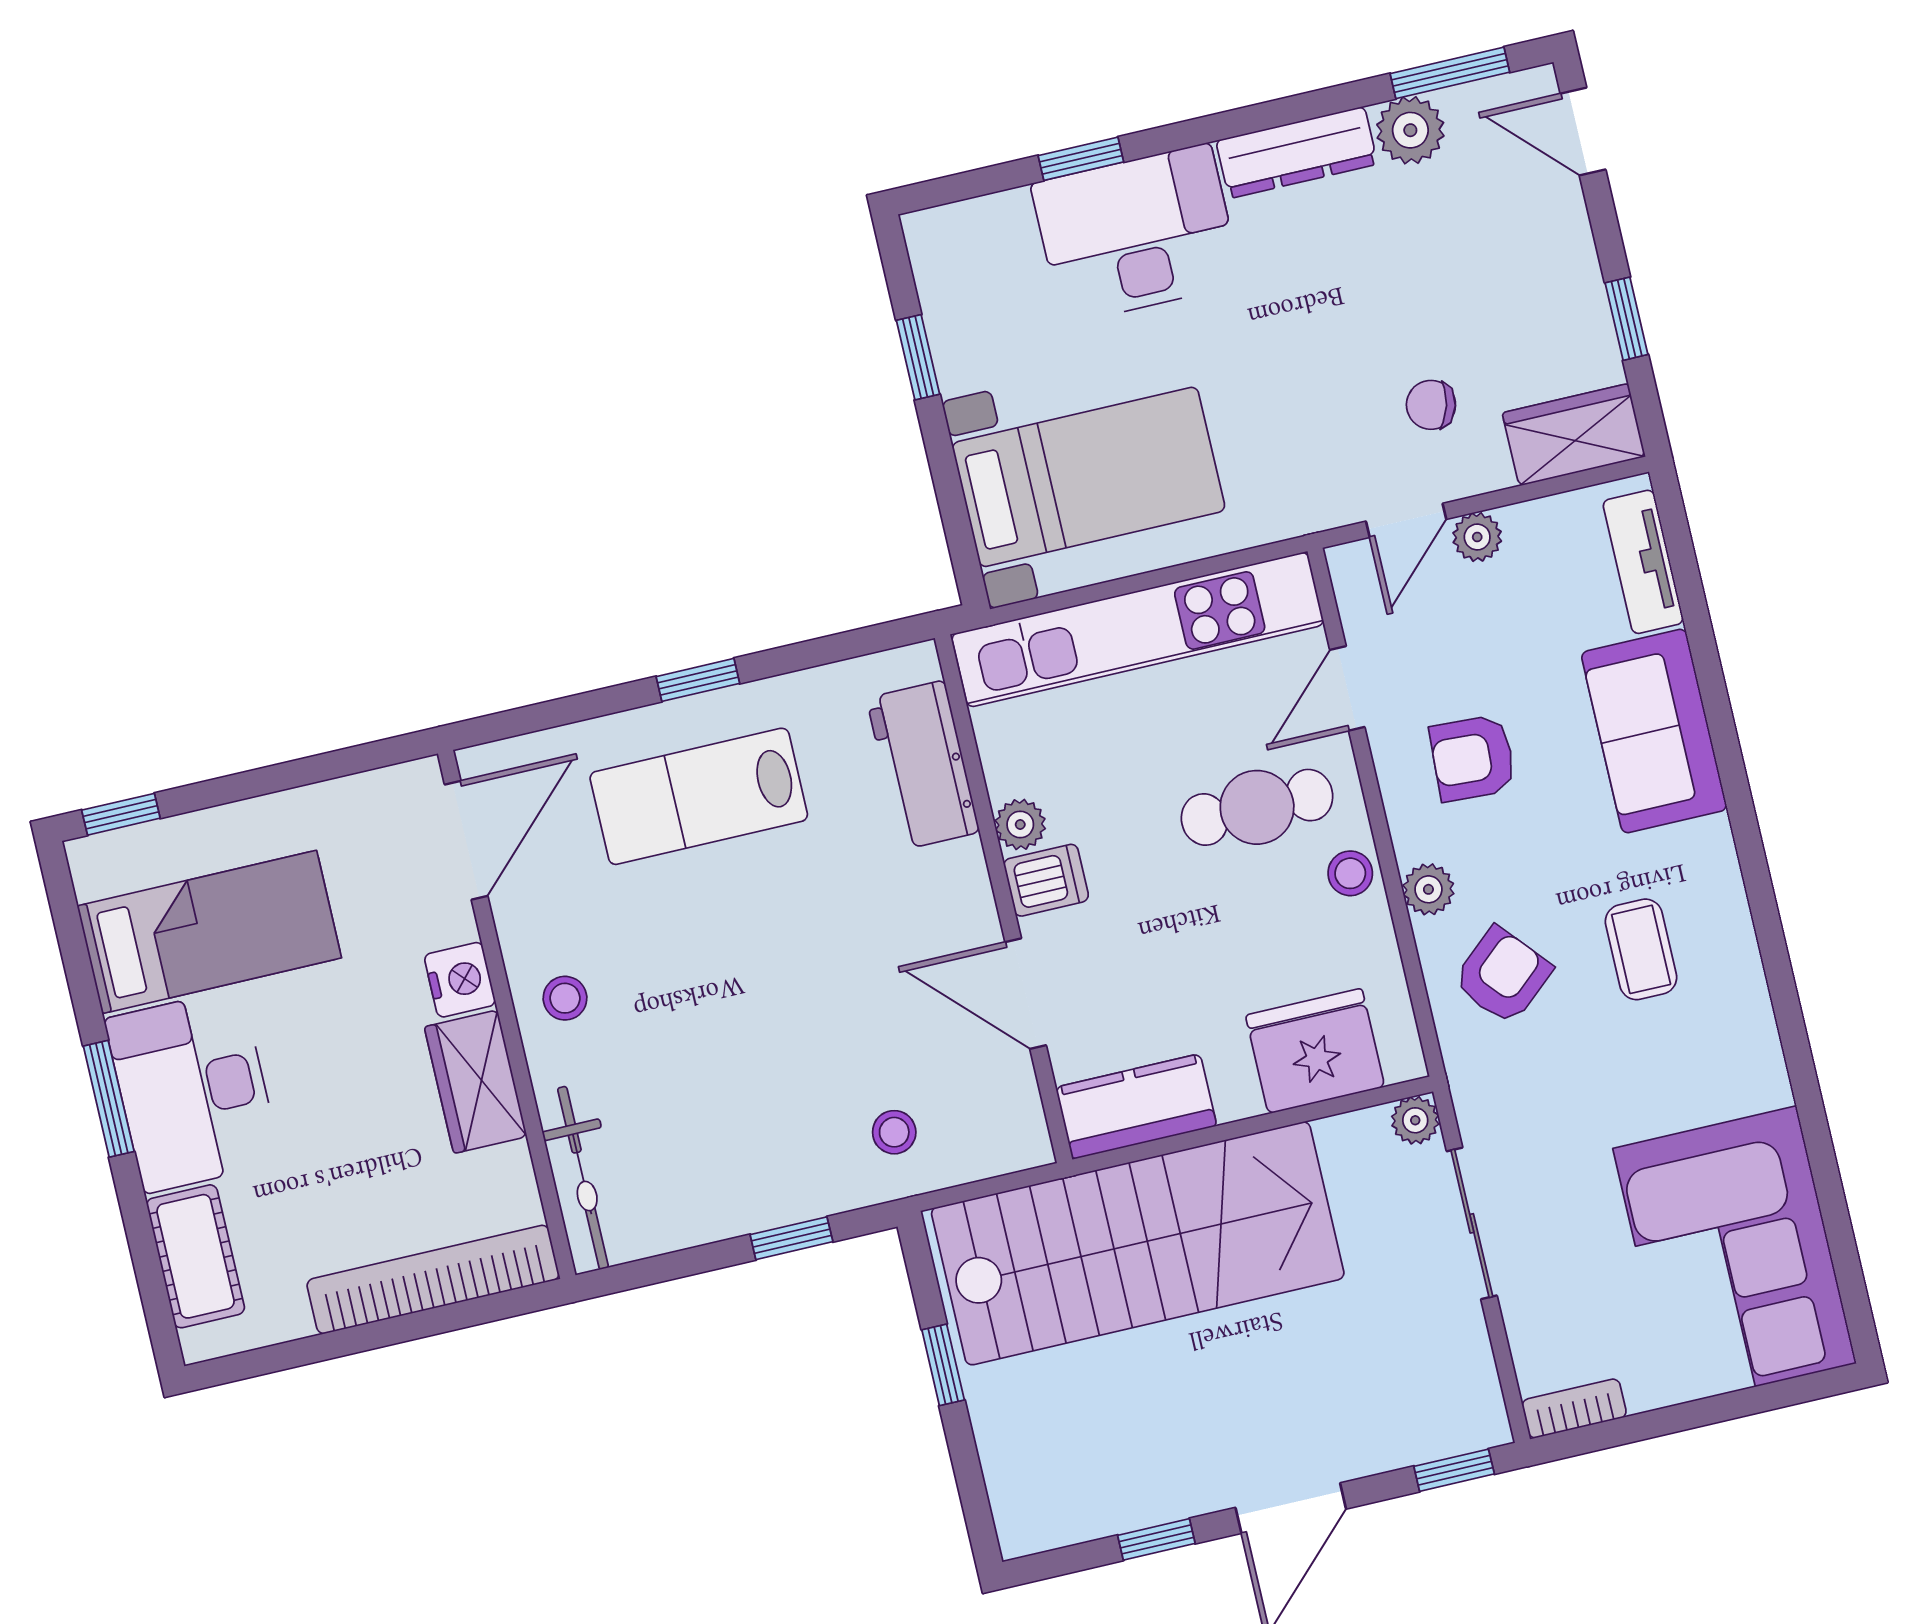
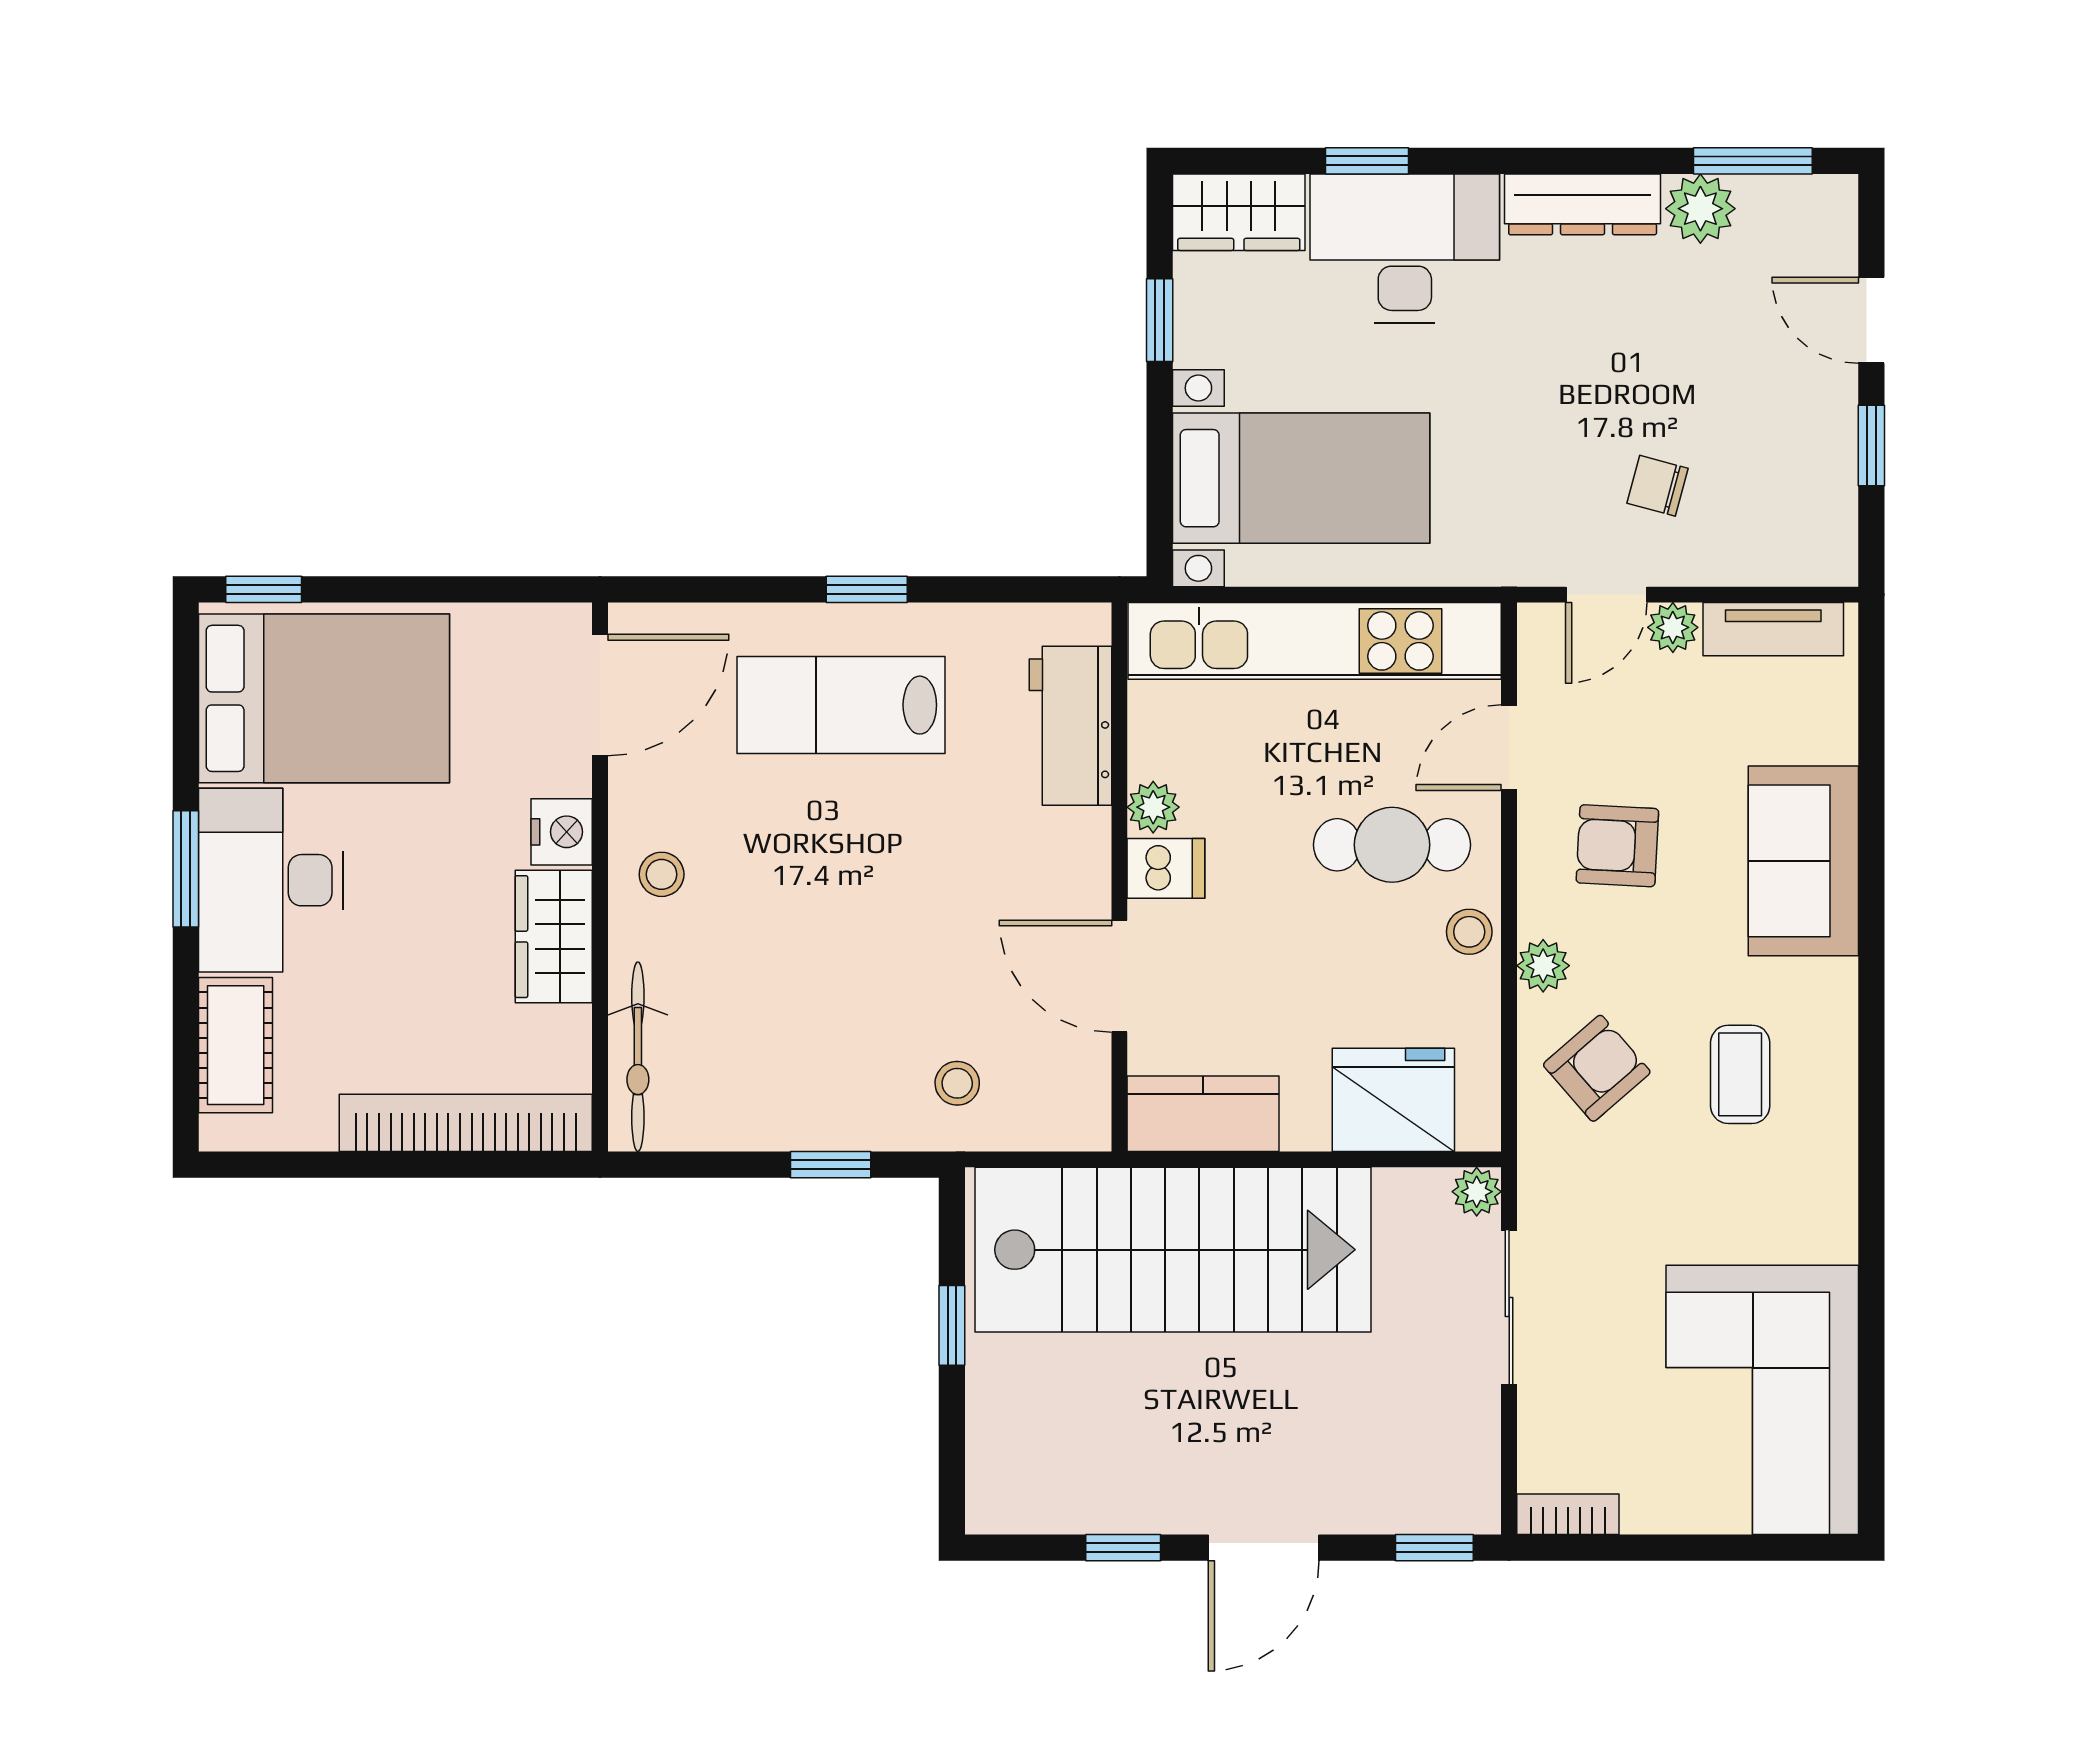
door: (1583, 132) -> (1871, 320), moved
wardrobe: (1574, 435) -> (1239, 212), moved, turned 180
tv unit: (1643, 562) -> (1773, 629), moved, turned -90
bed: (209, 932) -> (324, 698), width x1.50

